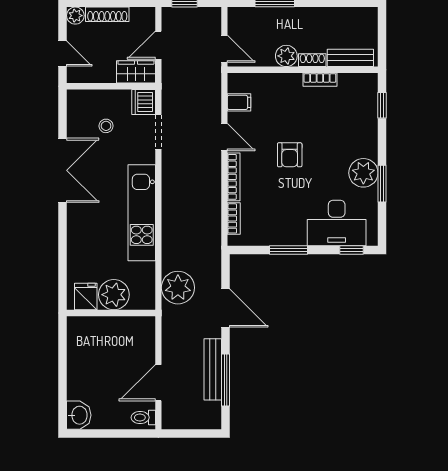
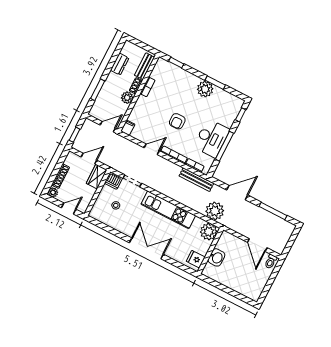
dresser: (333, 17) -> (120, 64), added
door: (158, 45) -> (89, 159), swing flipped
filing cabinet: (239, 102) -> (128, 128), moved
armchair: (290, 155) -> (177, 121), turned 90
double door: (63, 170) -> (146, 248), moved
desk: (337, 223) -> (211, 138), moved
window: (289, 250) -> (224, 146), width x1.44
plant: (114, 295) -> (209, 232), moved
bench: (213, 369) -> (196, 180), moved
washbasin: (79, 415) -> (216, 257), moved, turned 90

